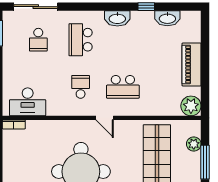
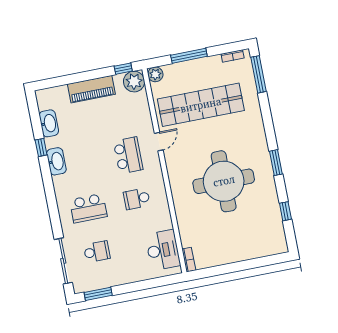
washbasin: (117, 18) -> (56, 161), moved
window: (205, 98) -> (123, 69), added
door: (105, 118) -> (159, 142), moved
plant: (194, 144) -> (155, 74), moved

